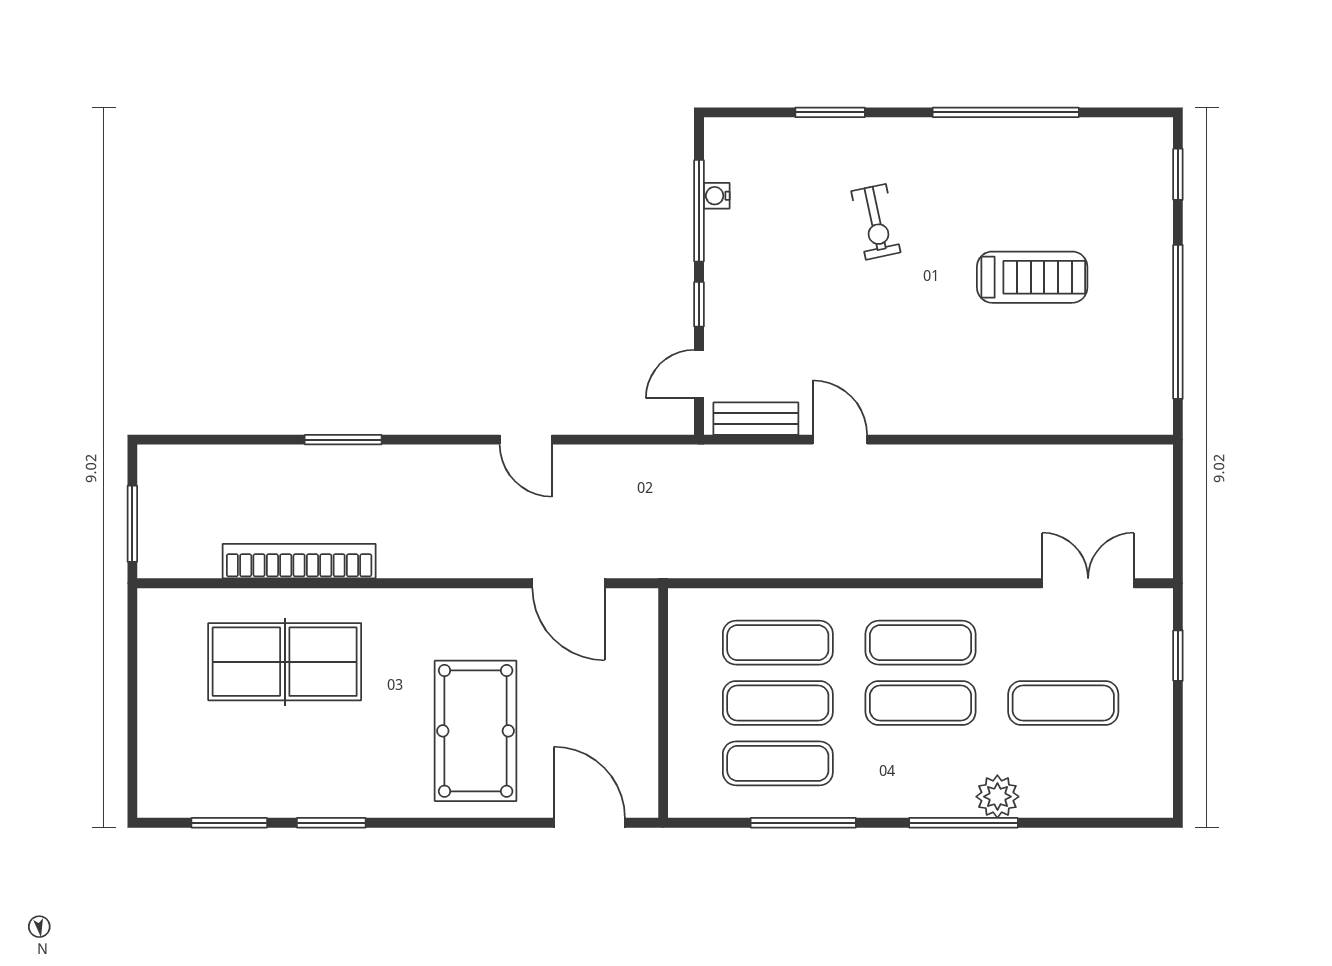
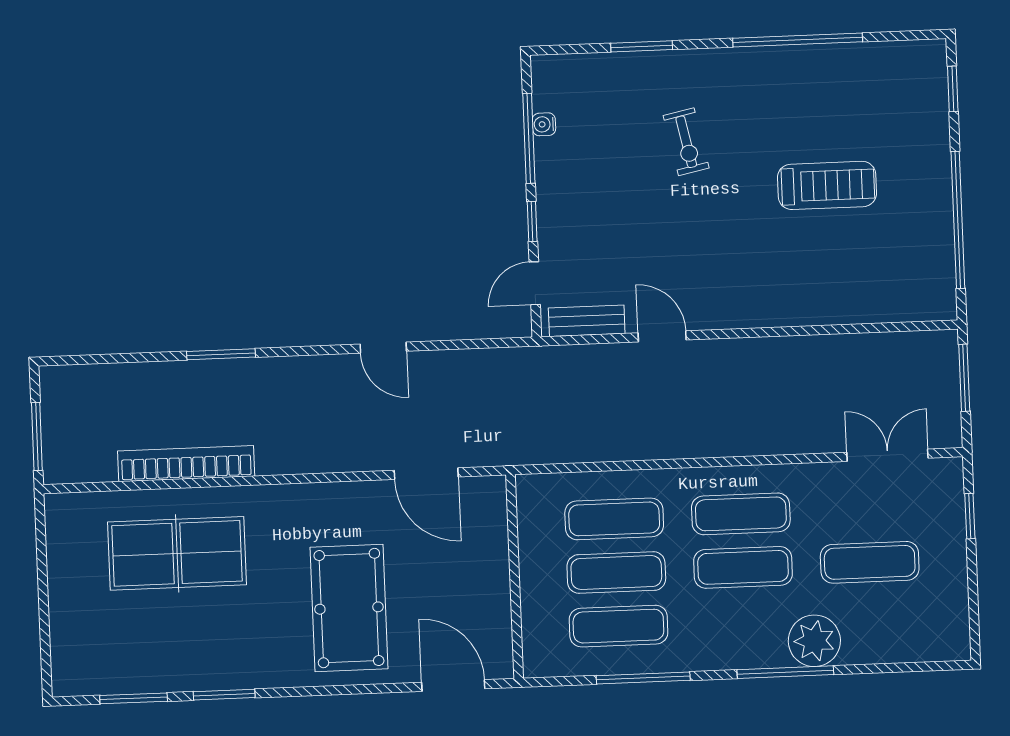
window: (1178, 500) -> (964, 378), added
plant: (997, 797) -> (814, 641), width x1.36, depth x1.36

